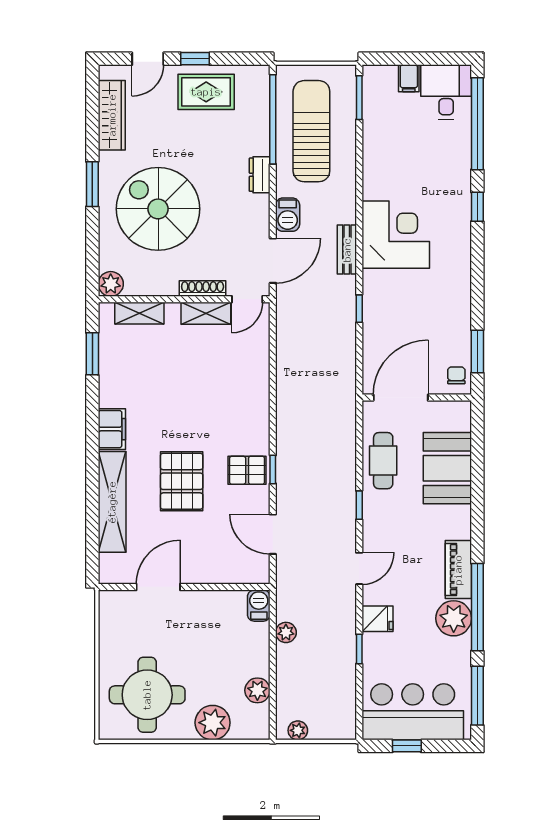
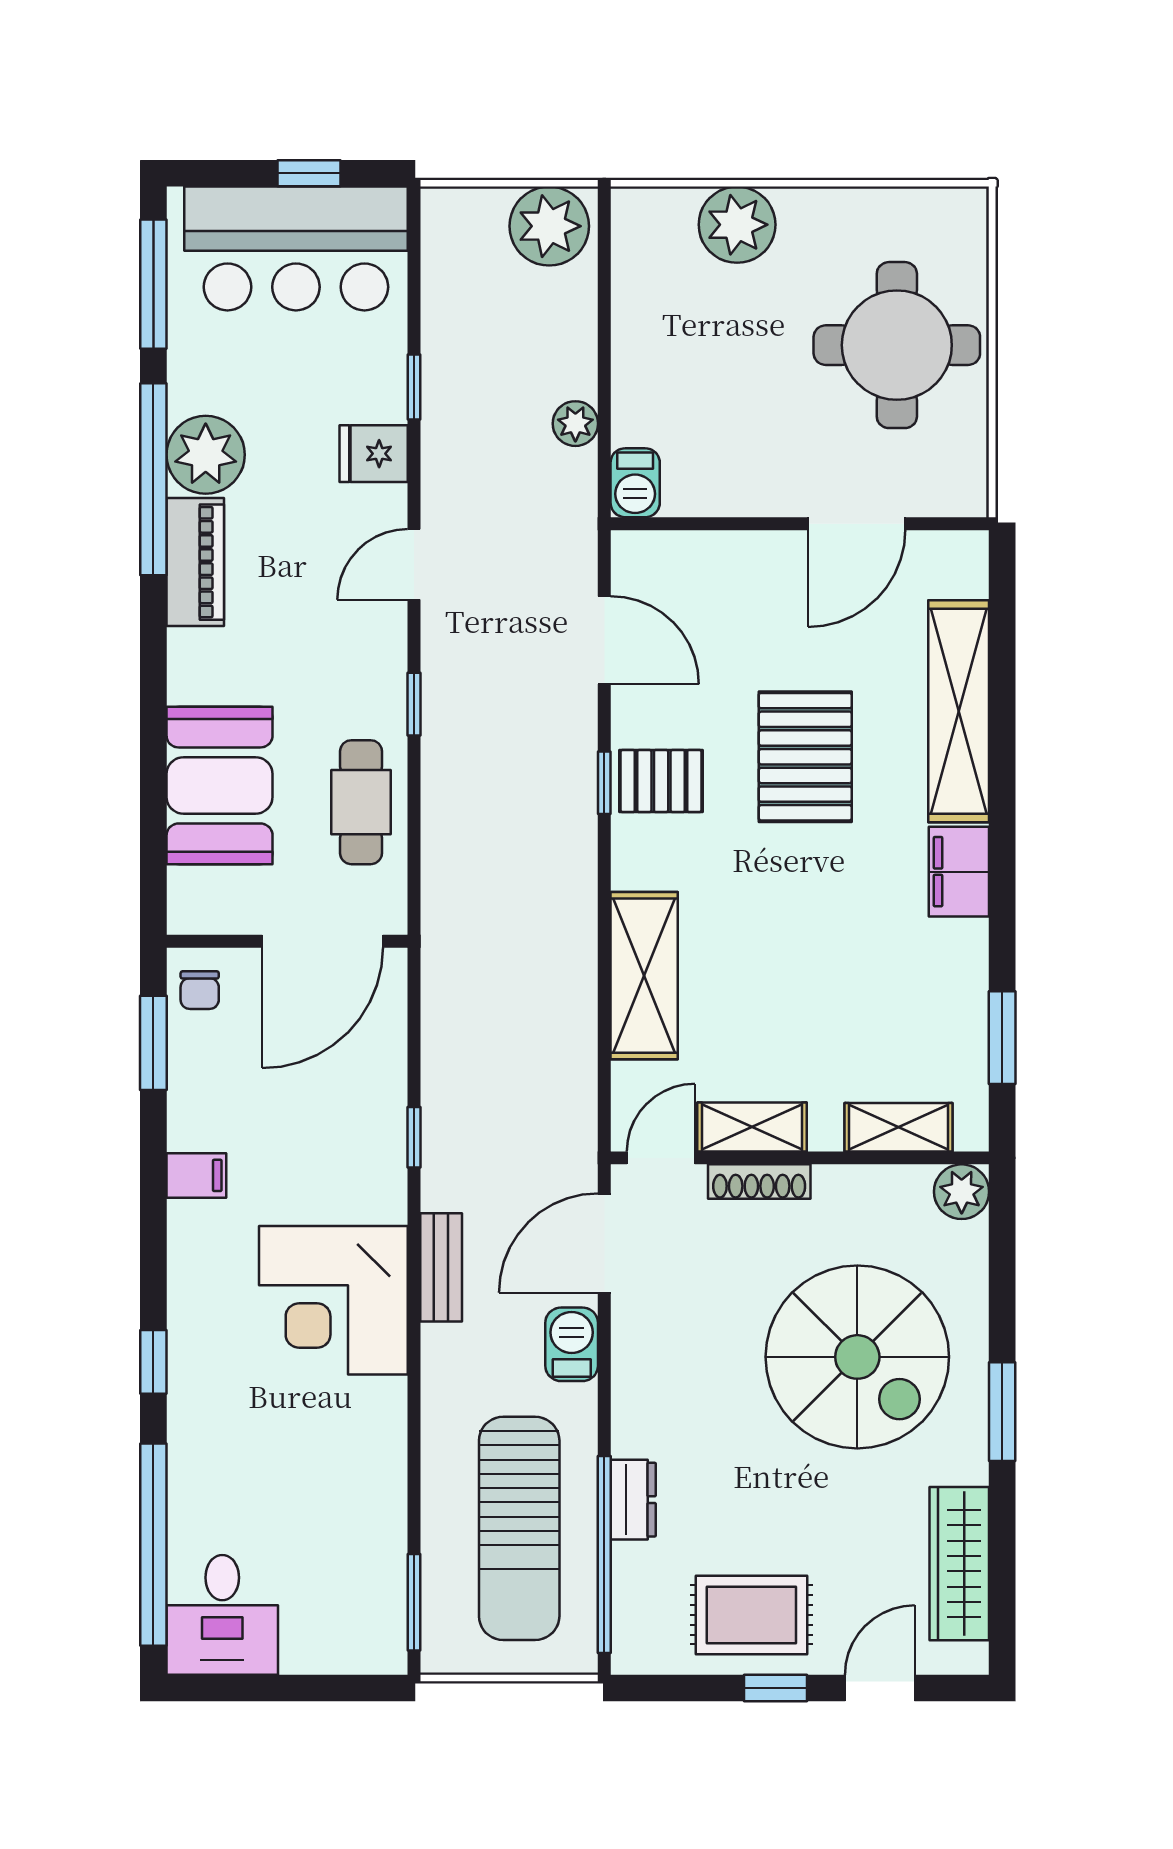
filing cabinet: (409, 78) -> (196, 1175), moved, turned 90
dresser: (260, 175) -> (633, 1500), moved
shelving: (255, 382) -> (644, 976), added
plant: (257, 690) -> (638, 296), removed
round table: (147, 695) -> (897, 345), moved
plant: (298, 730) -> (549, 226), width x1.88, depth x1.88

